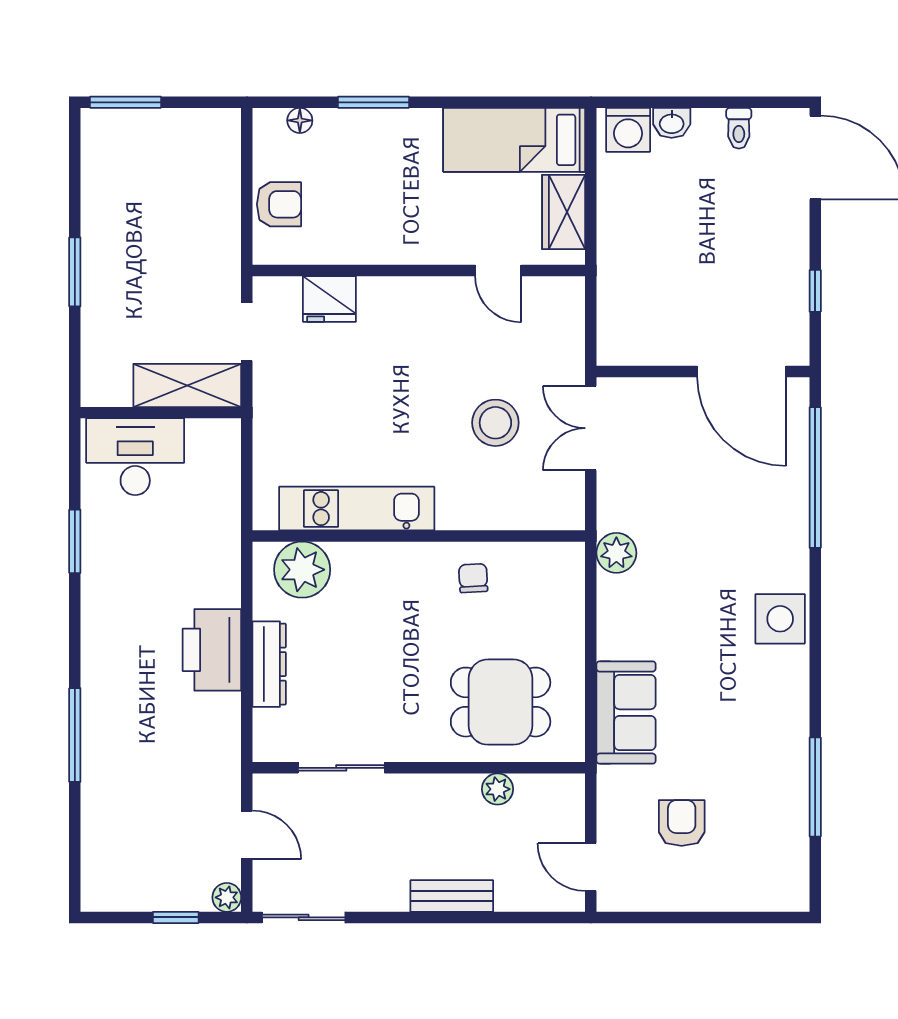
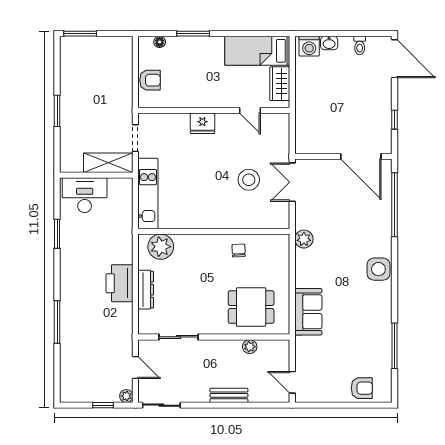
fridge: (329, 299) -> (202, 123), moved
kitchen unit: (357, 509) -> (148, 193), moved, turned 90
armchair: (682, 823) -> (362, 388), moved, turned 90

